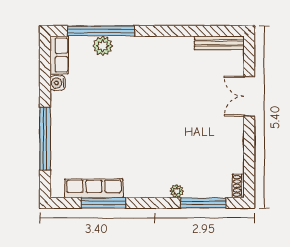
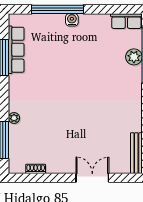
water cooler: (58, 83) -> (72, 20), moved
shoe rack: (238, 186) -> (36, 169), moved

